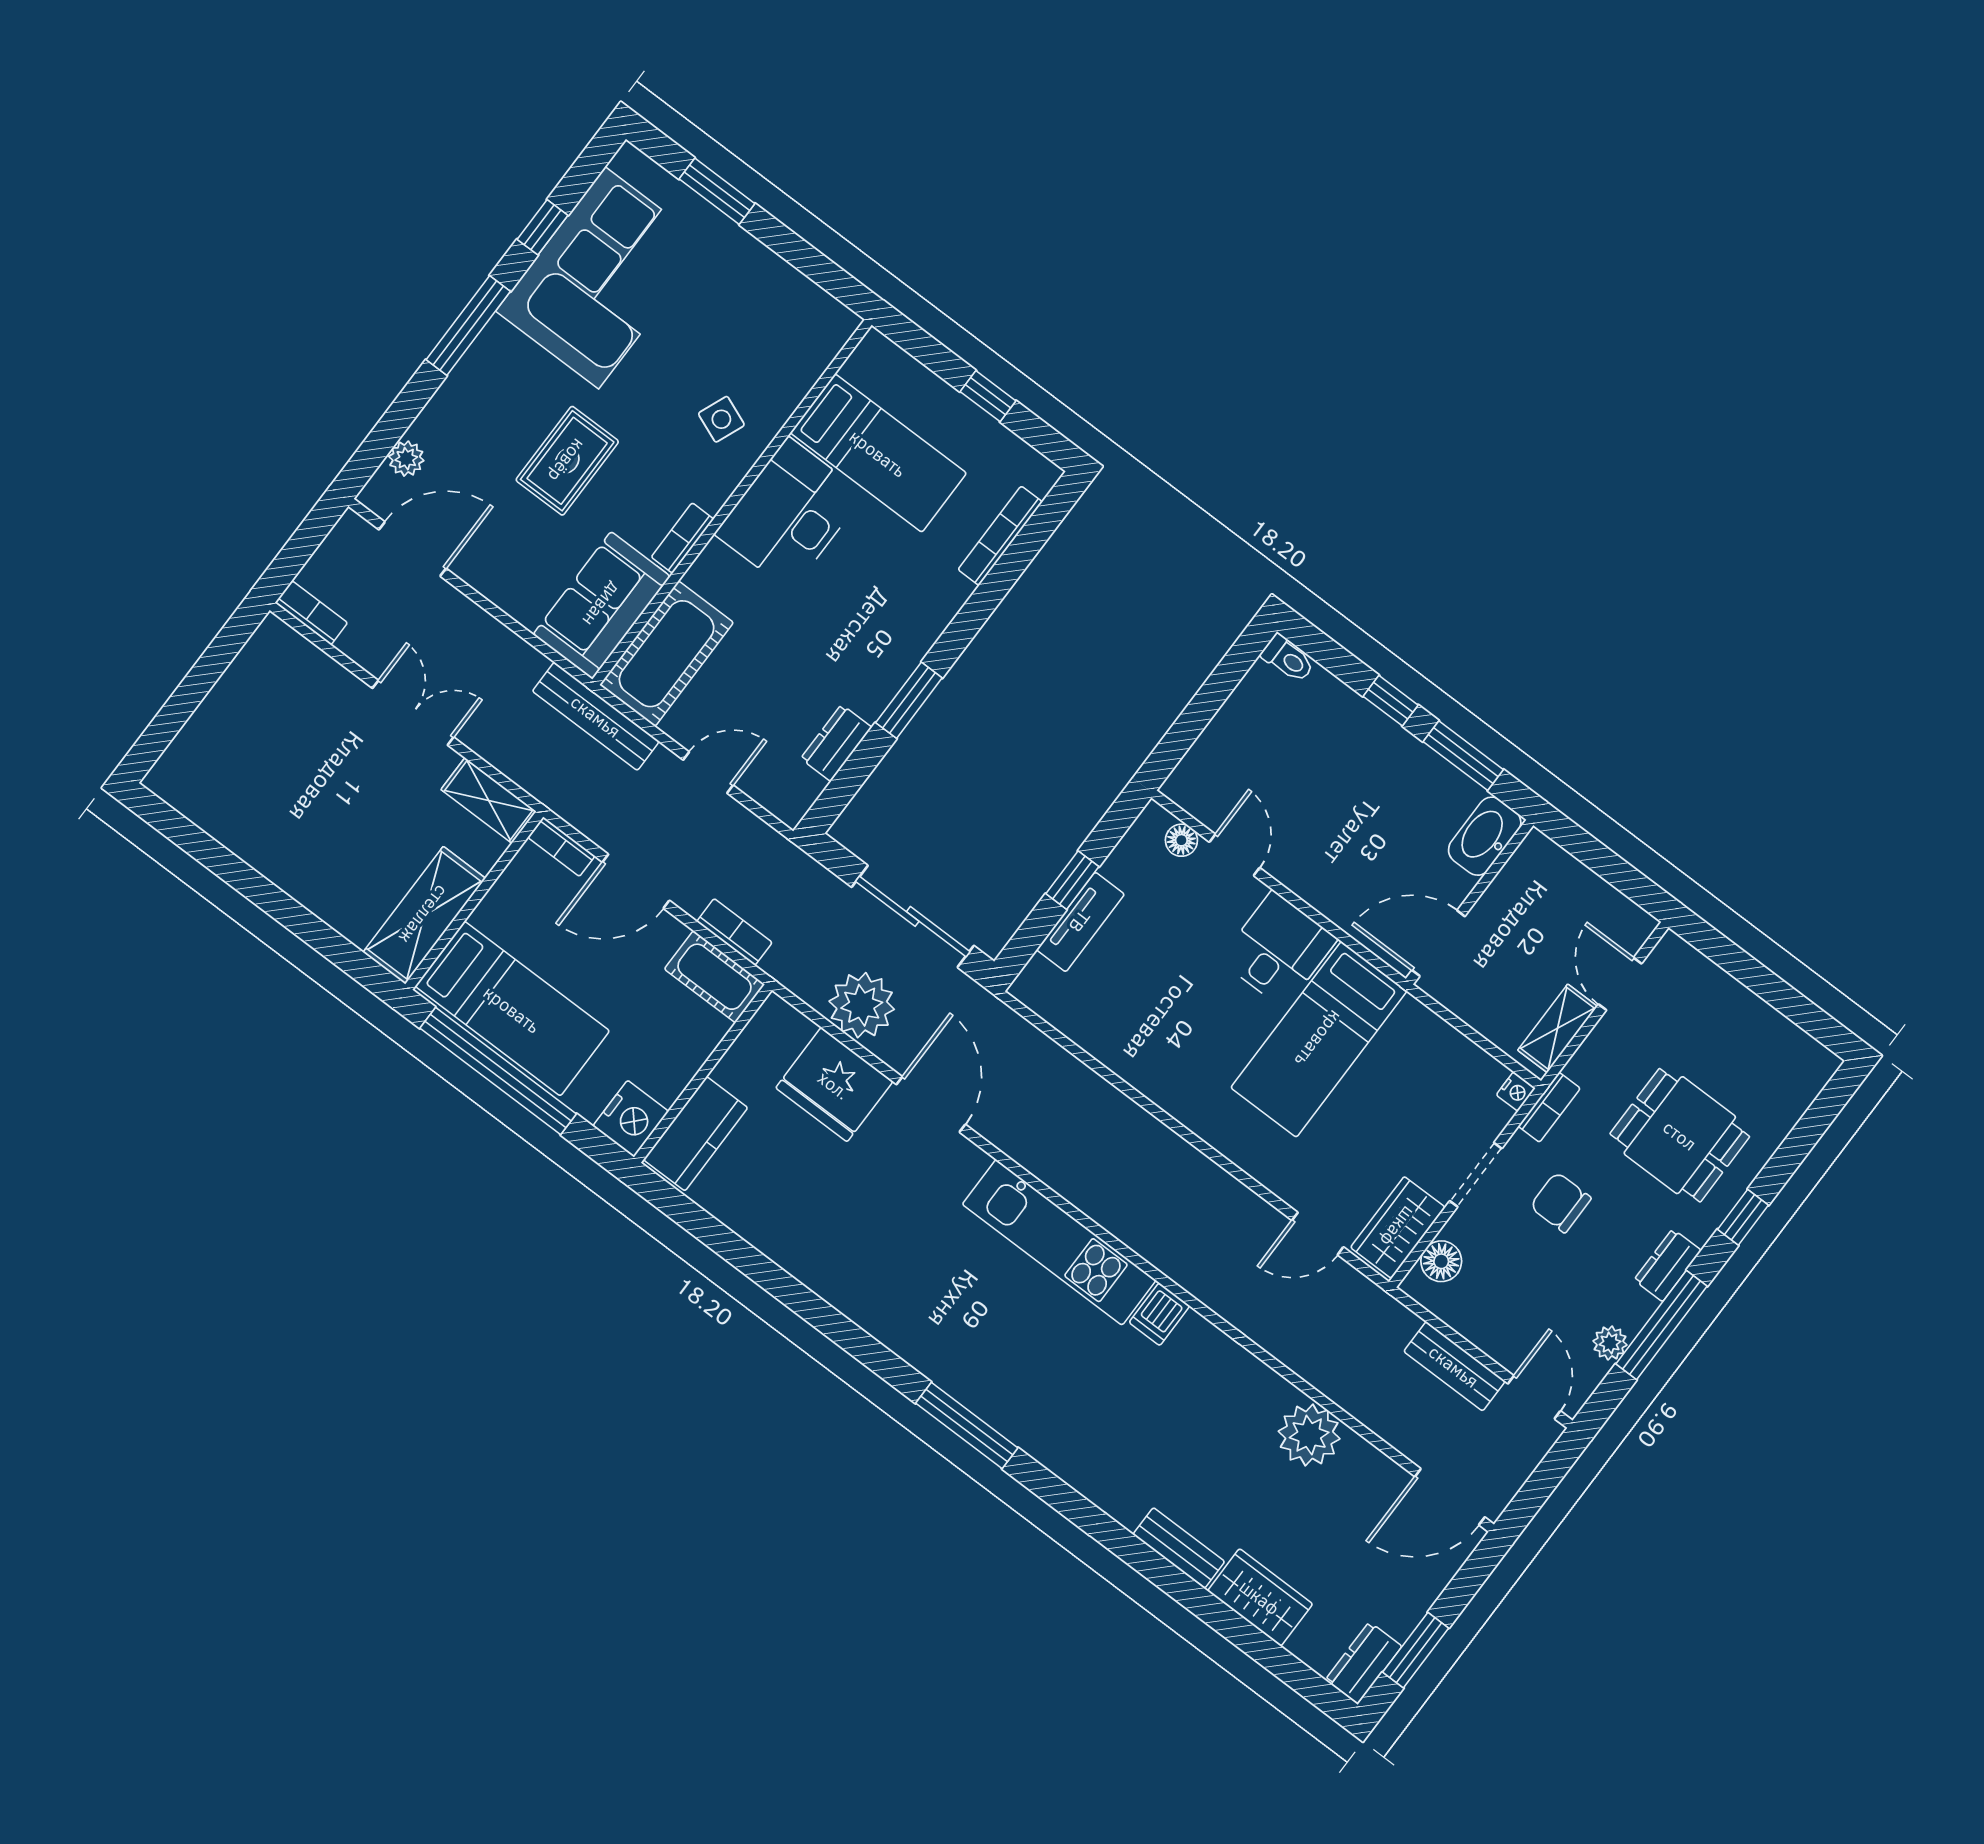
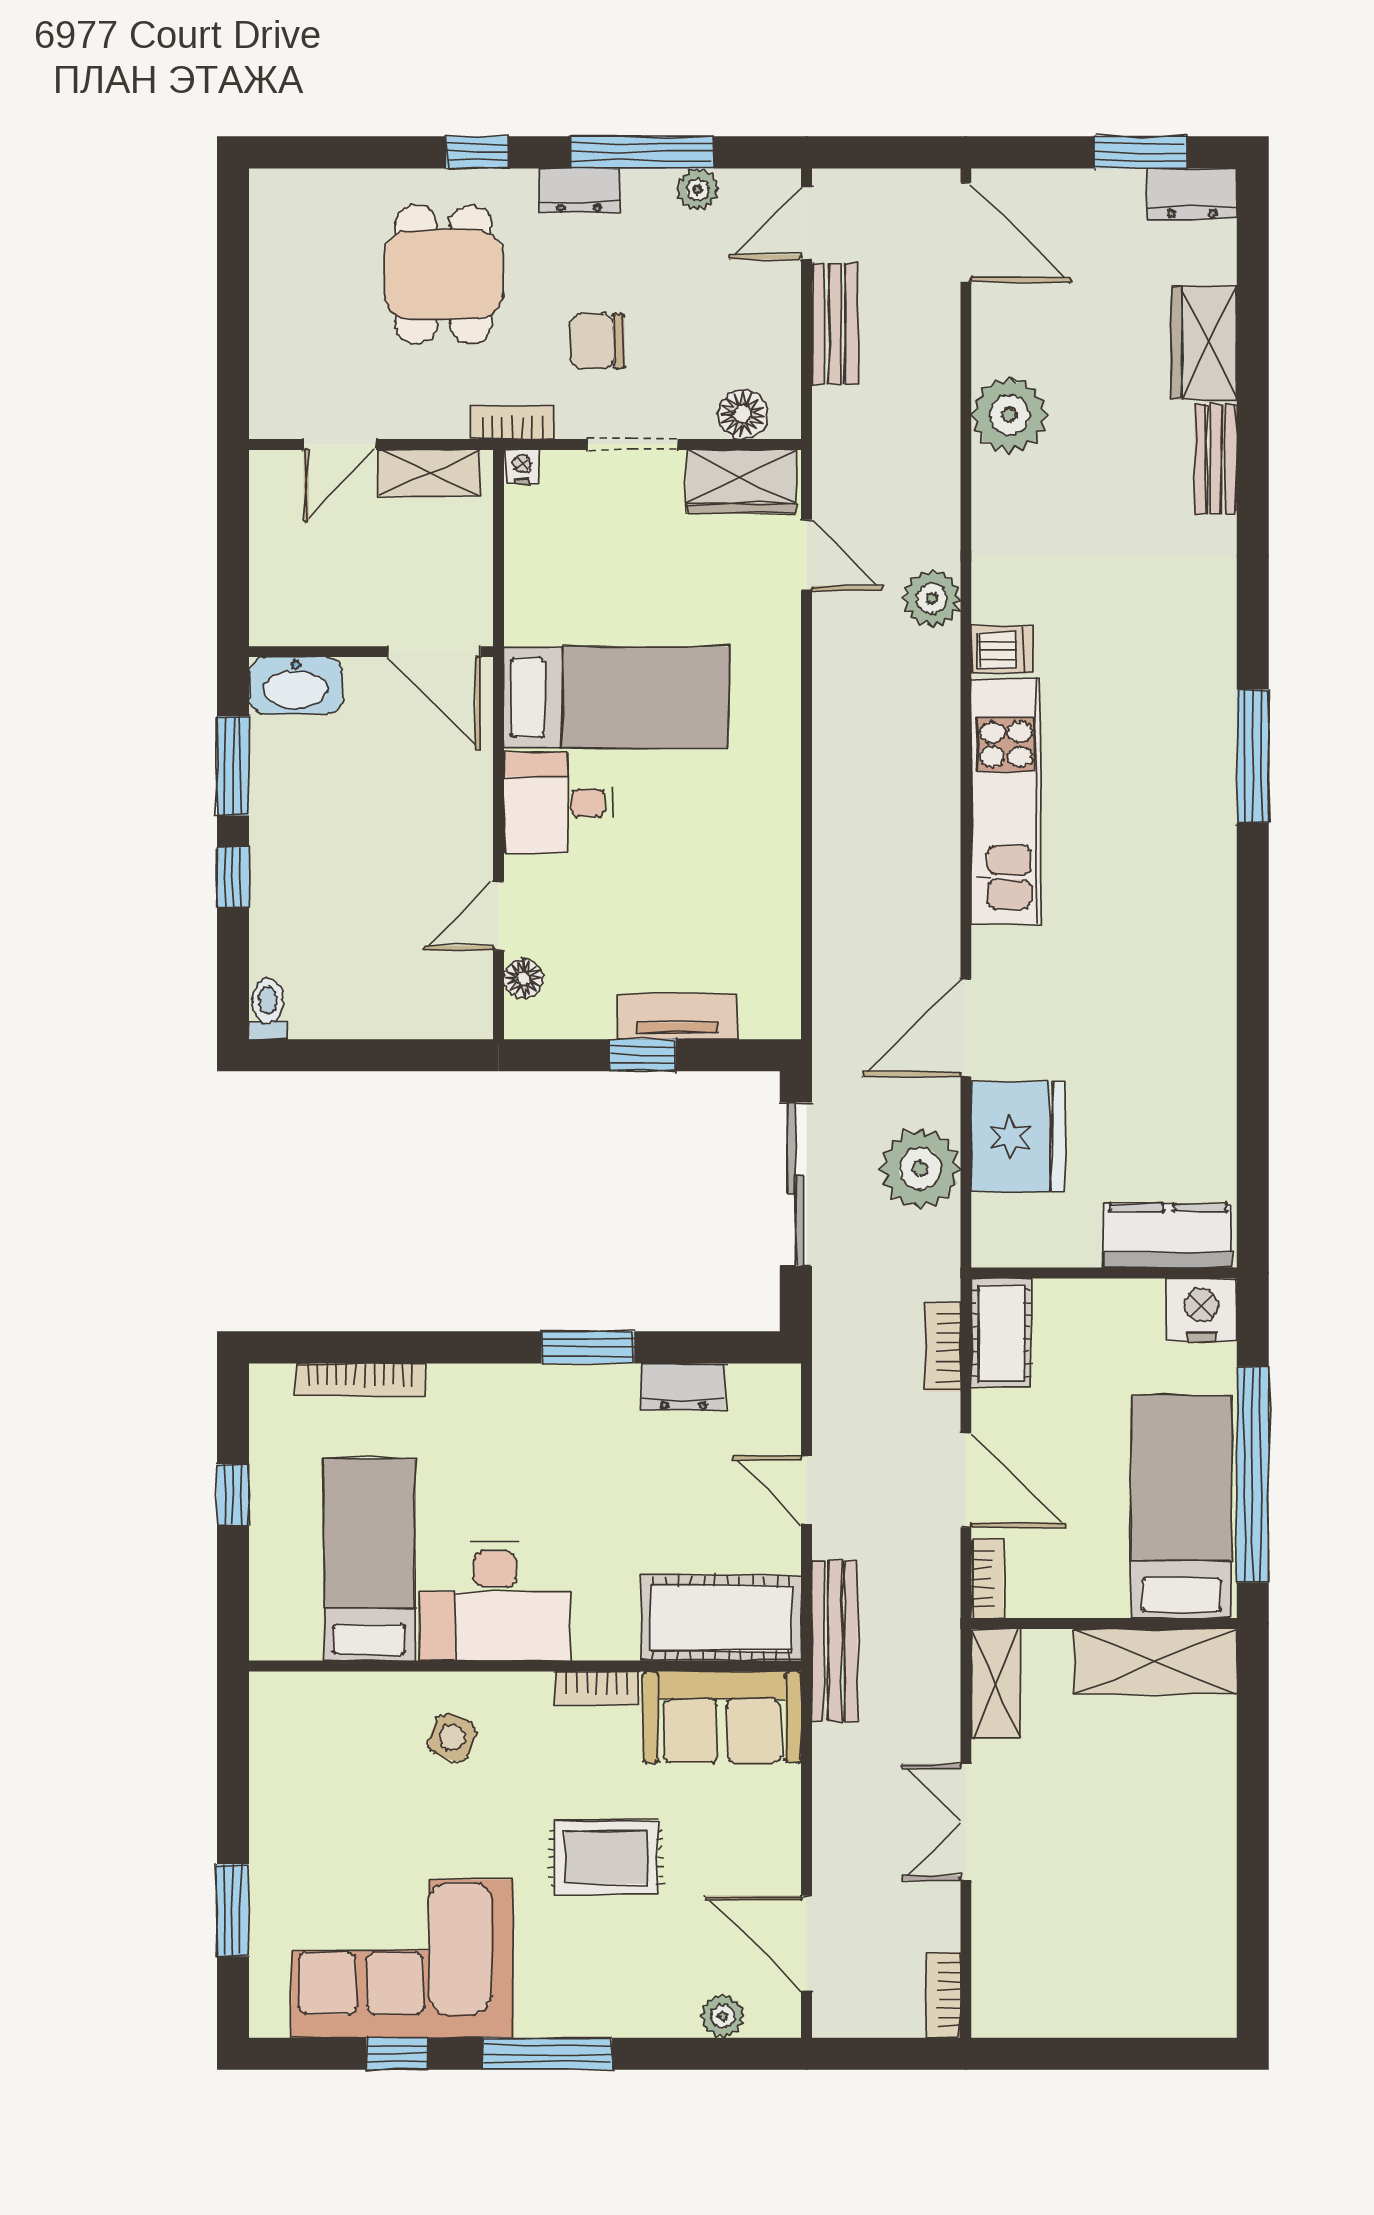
chair: (1561, 1202) -> (597, 341), turned 89
plant: (1228, 1294) -> (932, 598), added

